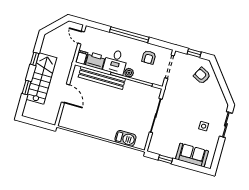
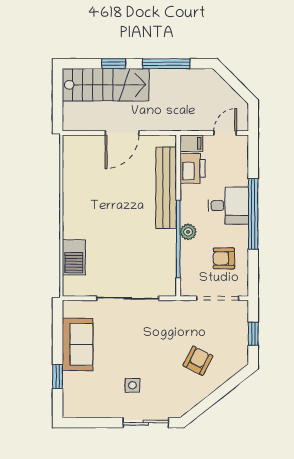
window: (35, 59) -> (166, 64), width x2.17
desk: (116, 62) -> (228, 206), moved, turned 180
armchair: (202, 76) -> (198, 361), moved
stairs: (41, 79) -> (106, 85), moved
sofa: (192, 155) -> (77, 344), moved
window: (165, 159) -> (58, 377), moved

